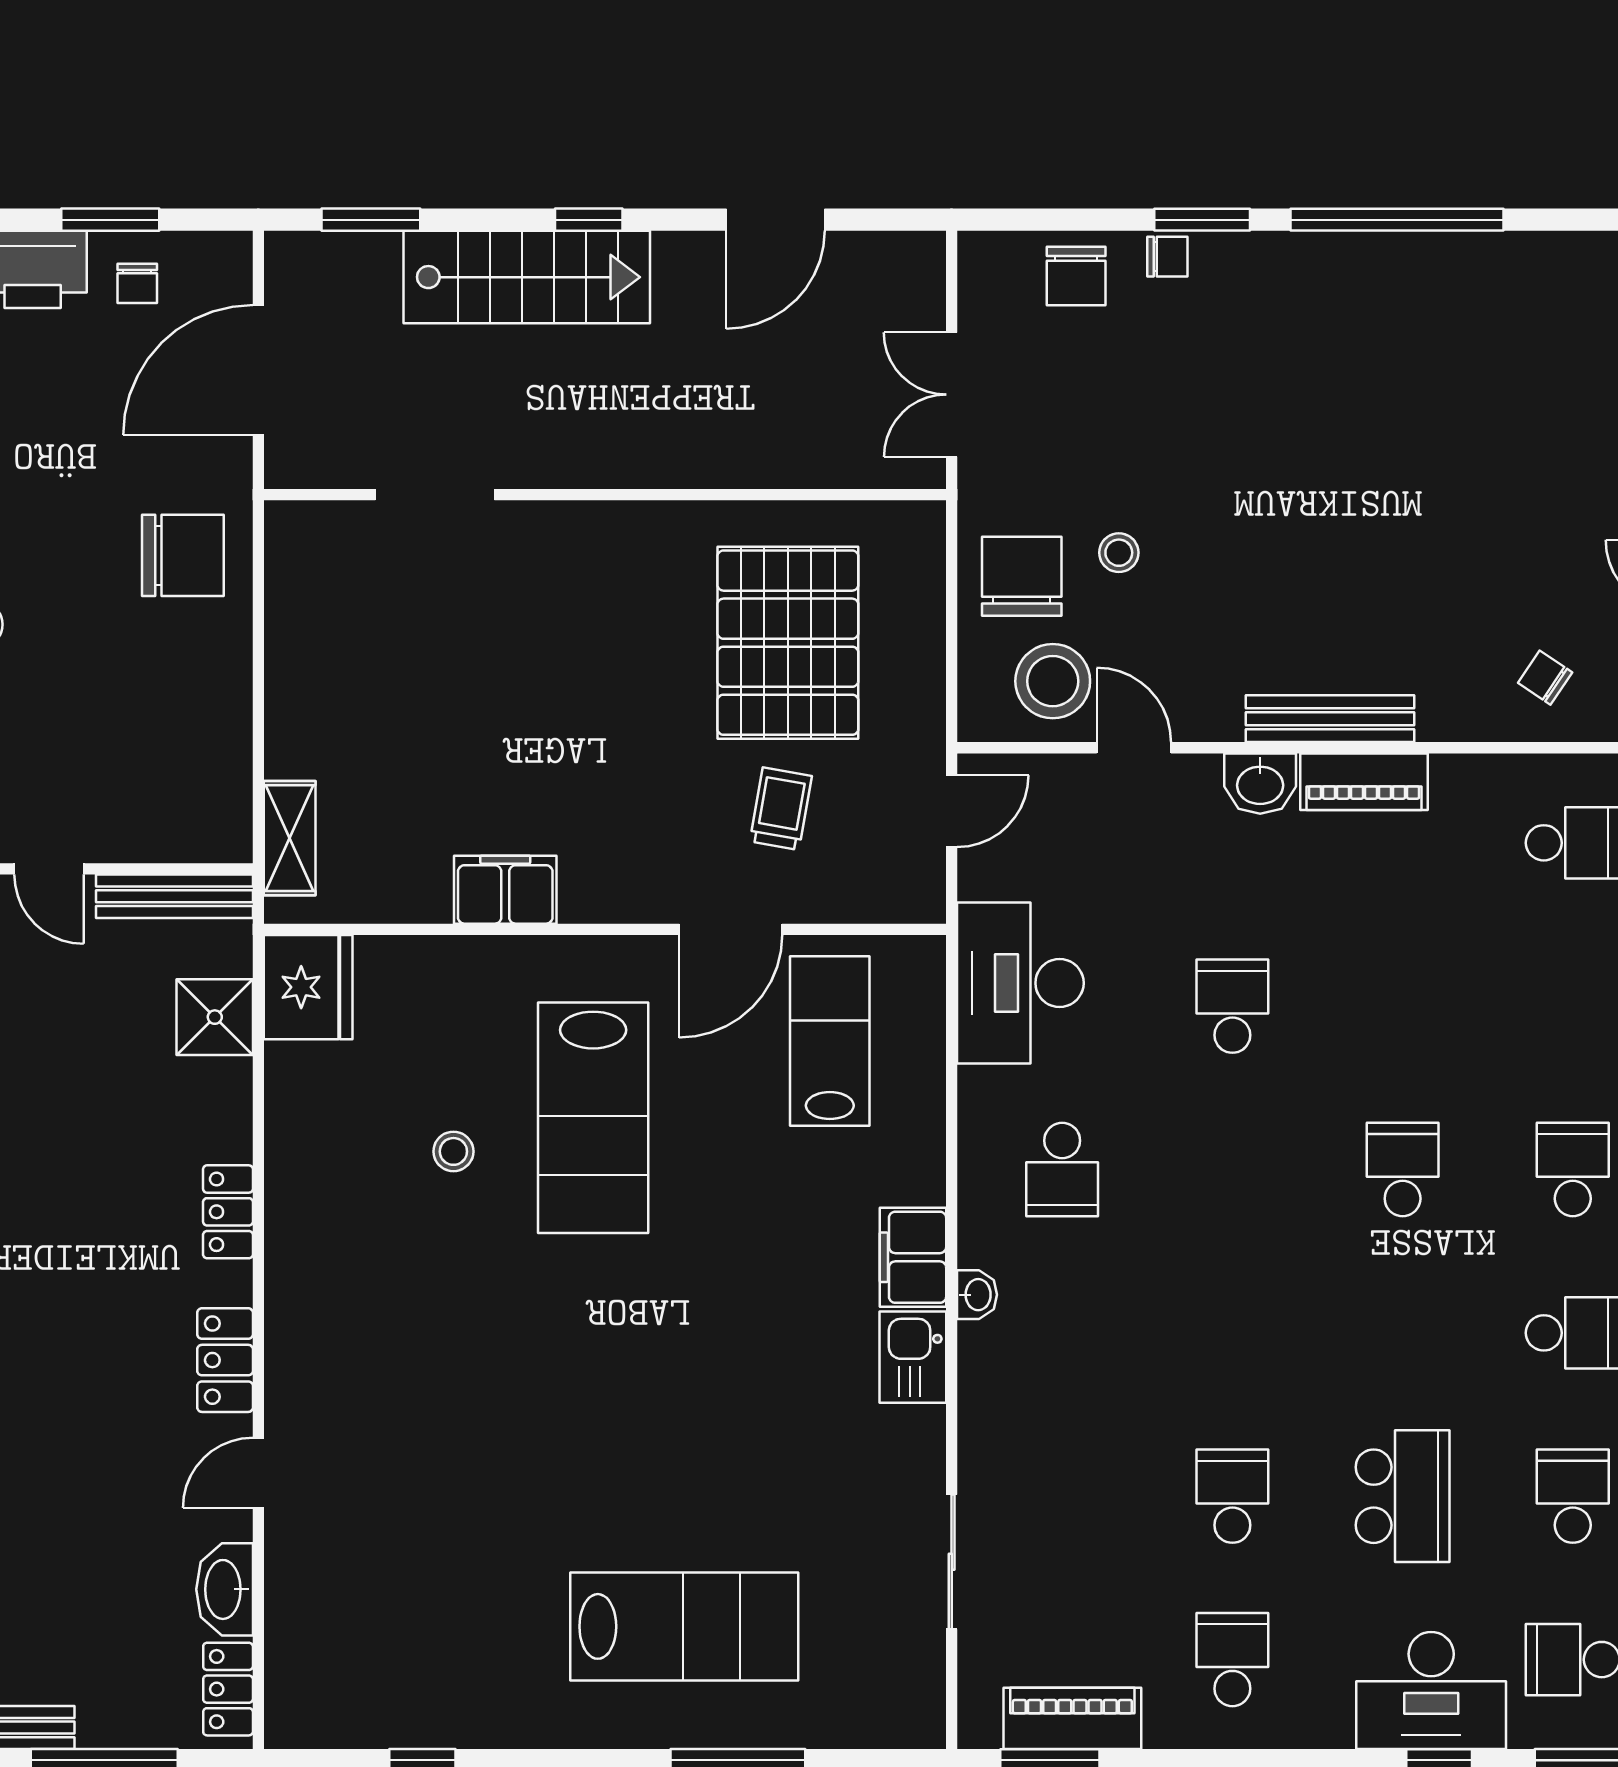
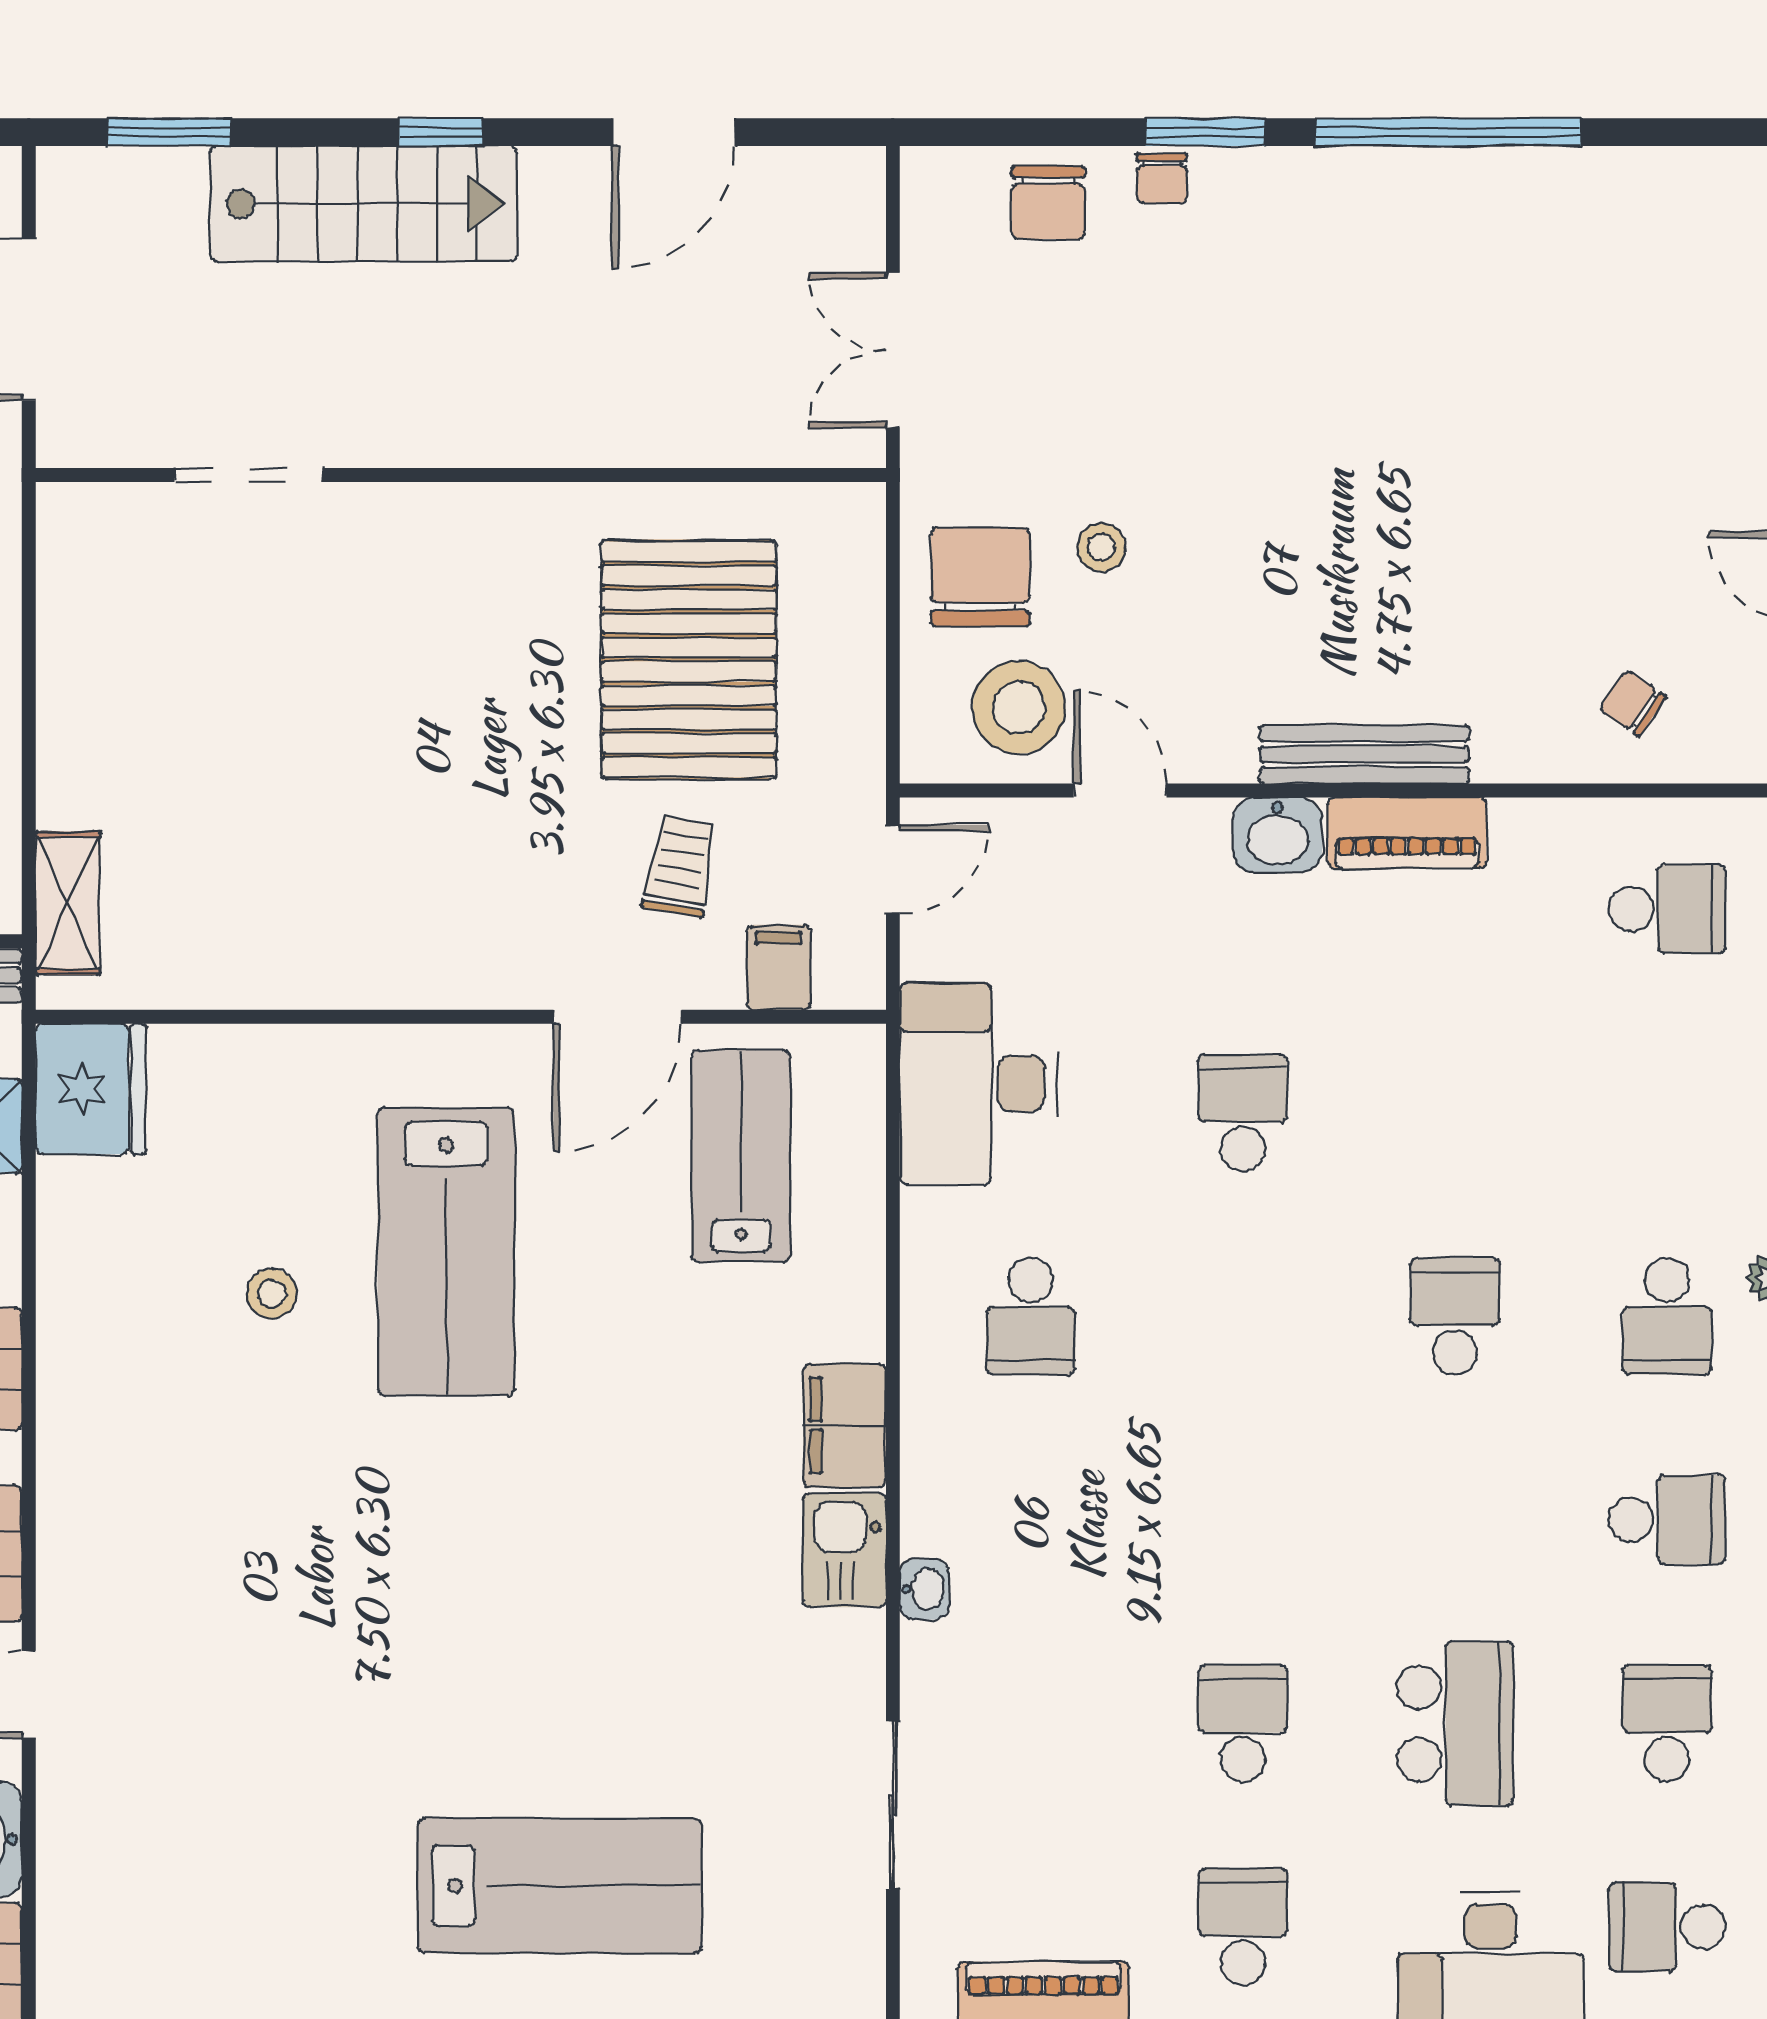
chair: (1167, 257) -> (1162, 178), turned 90
filing cabinet: (505, 890) -> (778, 967), moved, width x0.50
school desk: (1573, 1170) -> (1667, 1316), turned 180
washbasin: (977, 1295) -> (924, 1589), moved

